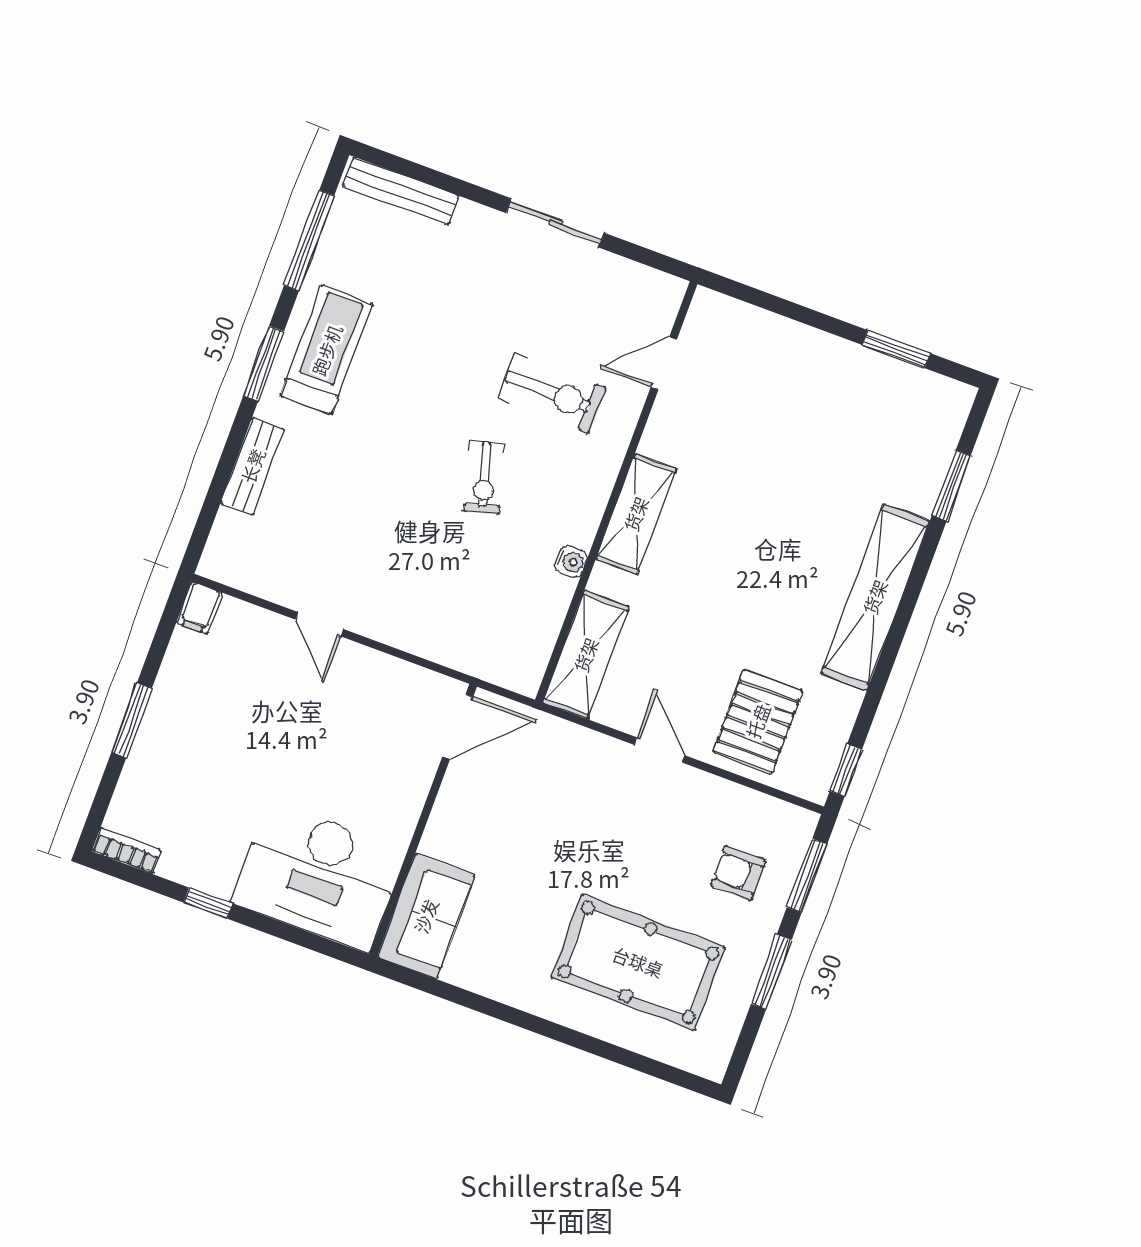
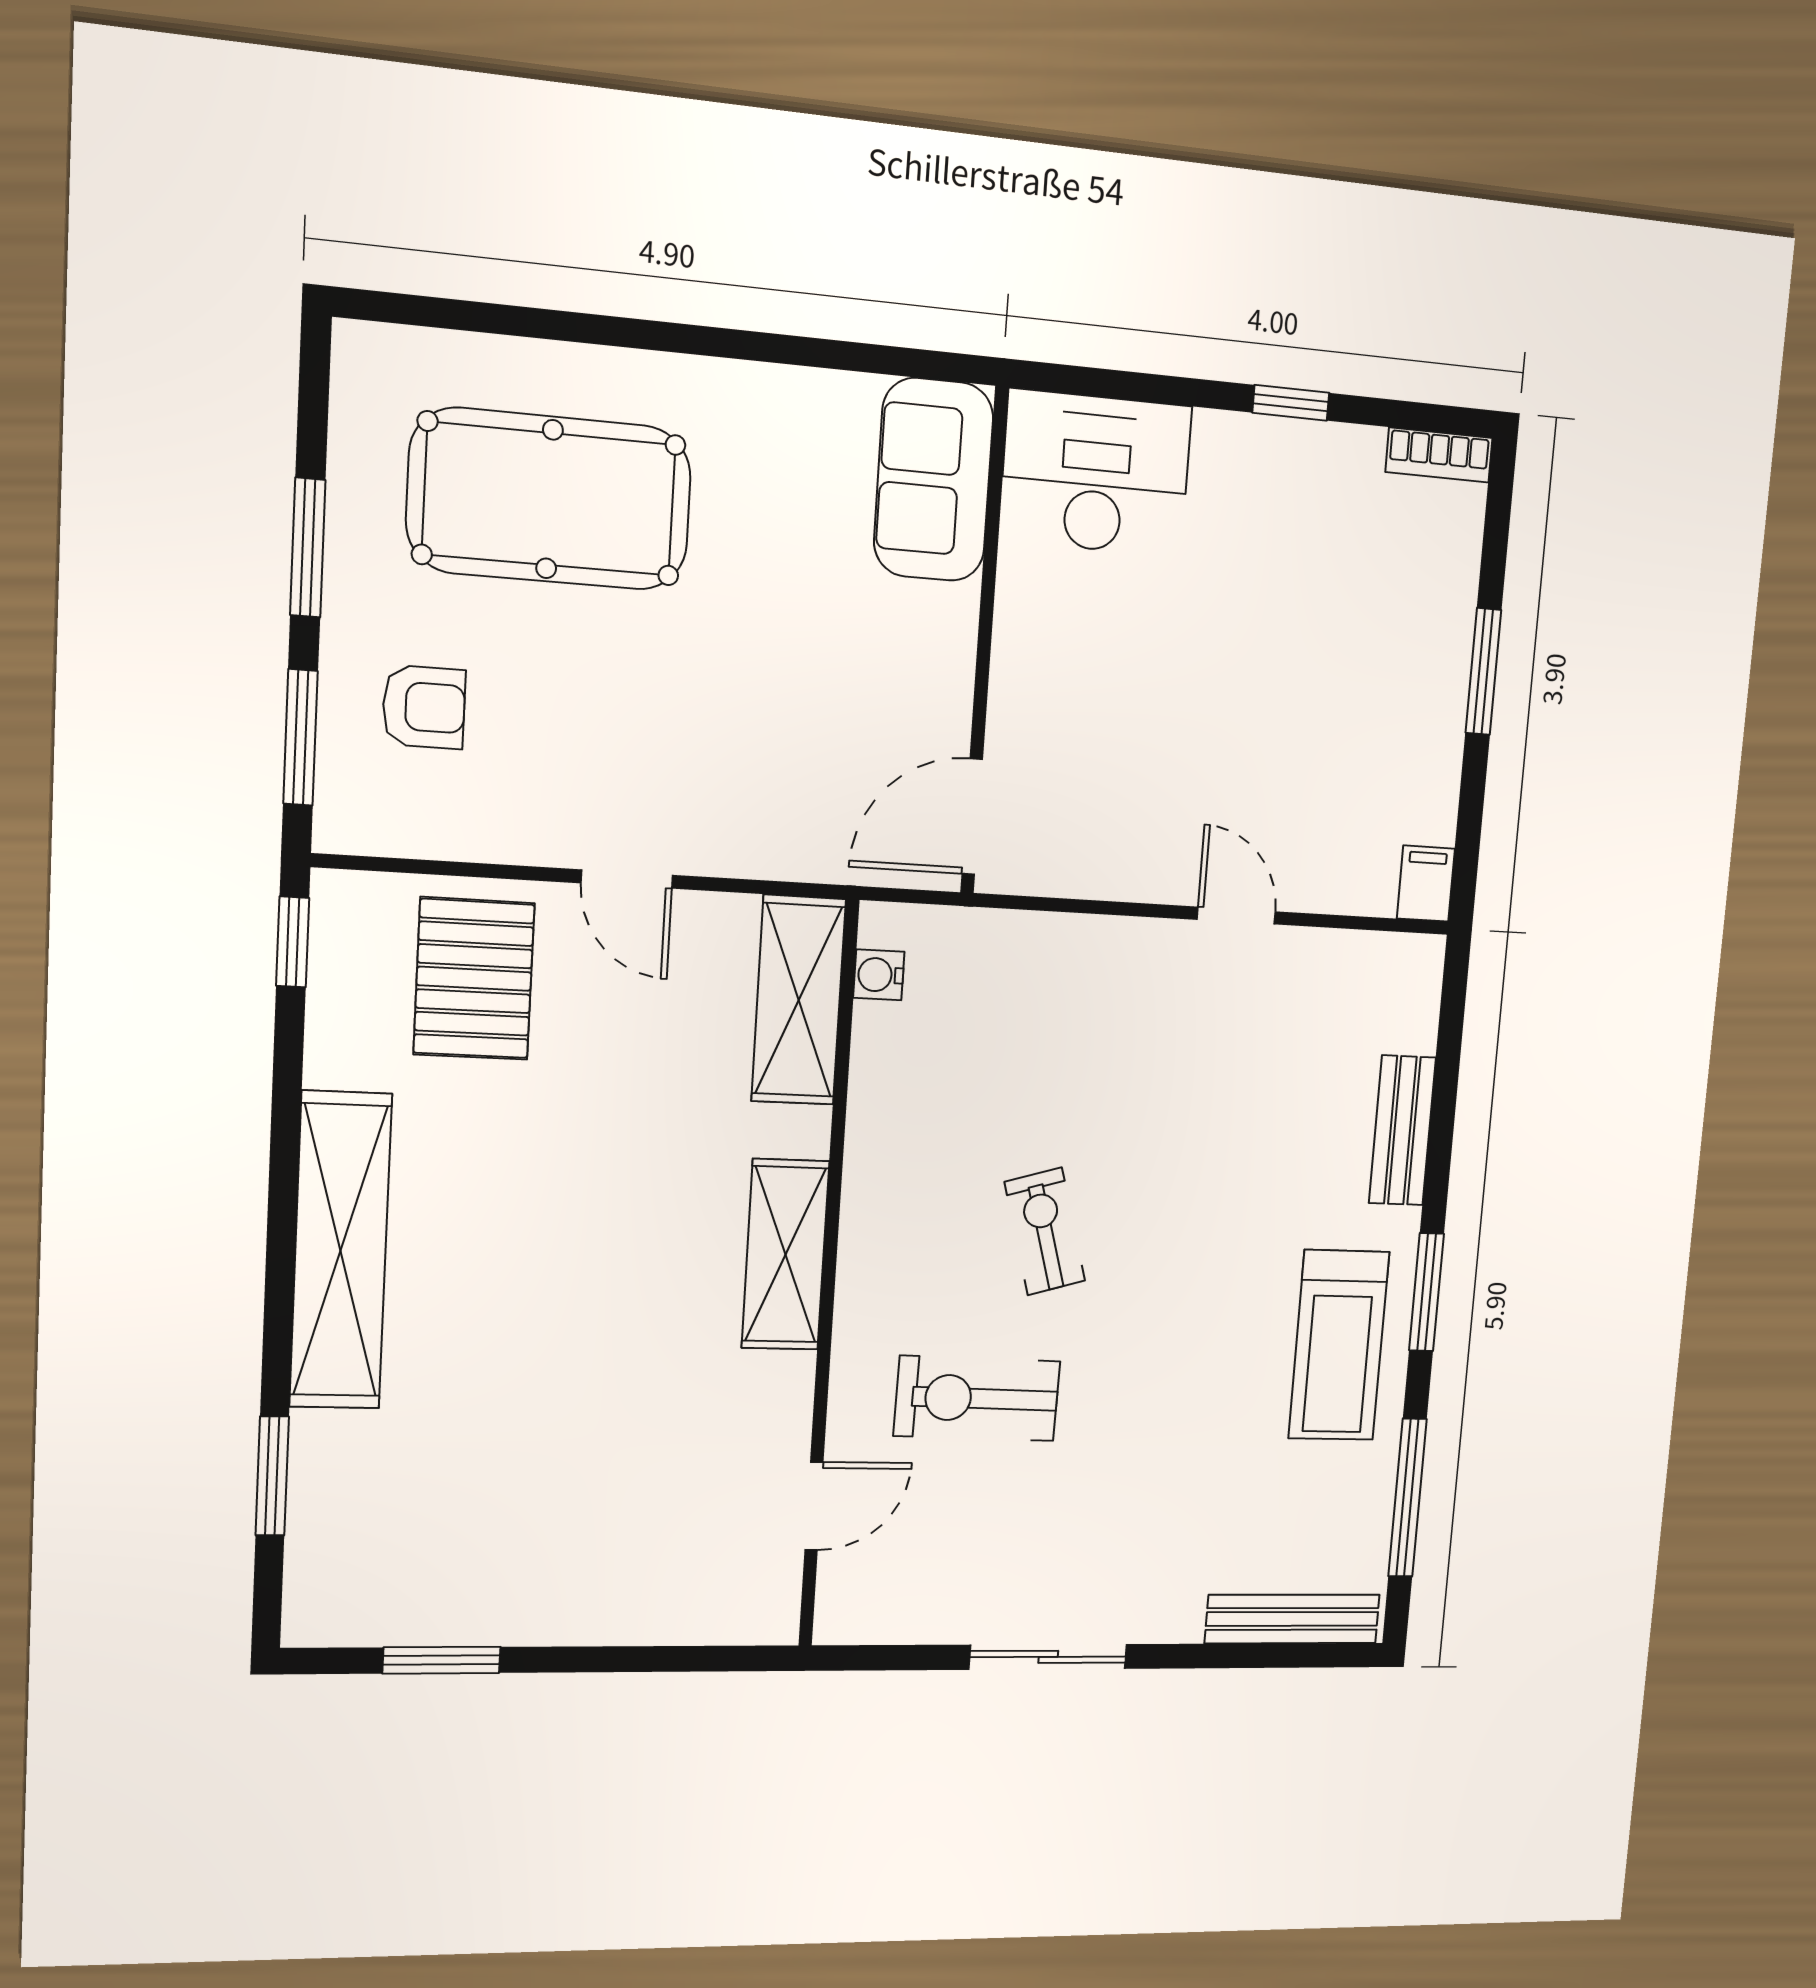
water cooler: (571, 561) -> (879, 975), moved
desk: (319, 876) -> (1096, 473), width x0.73, depth x0.77

